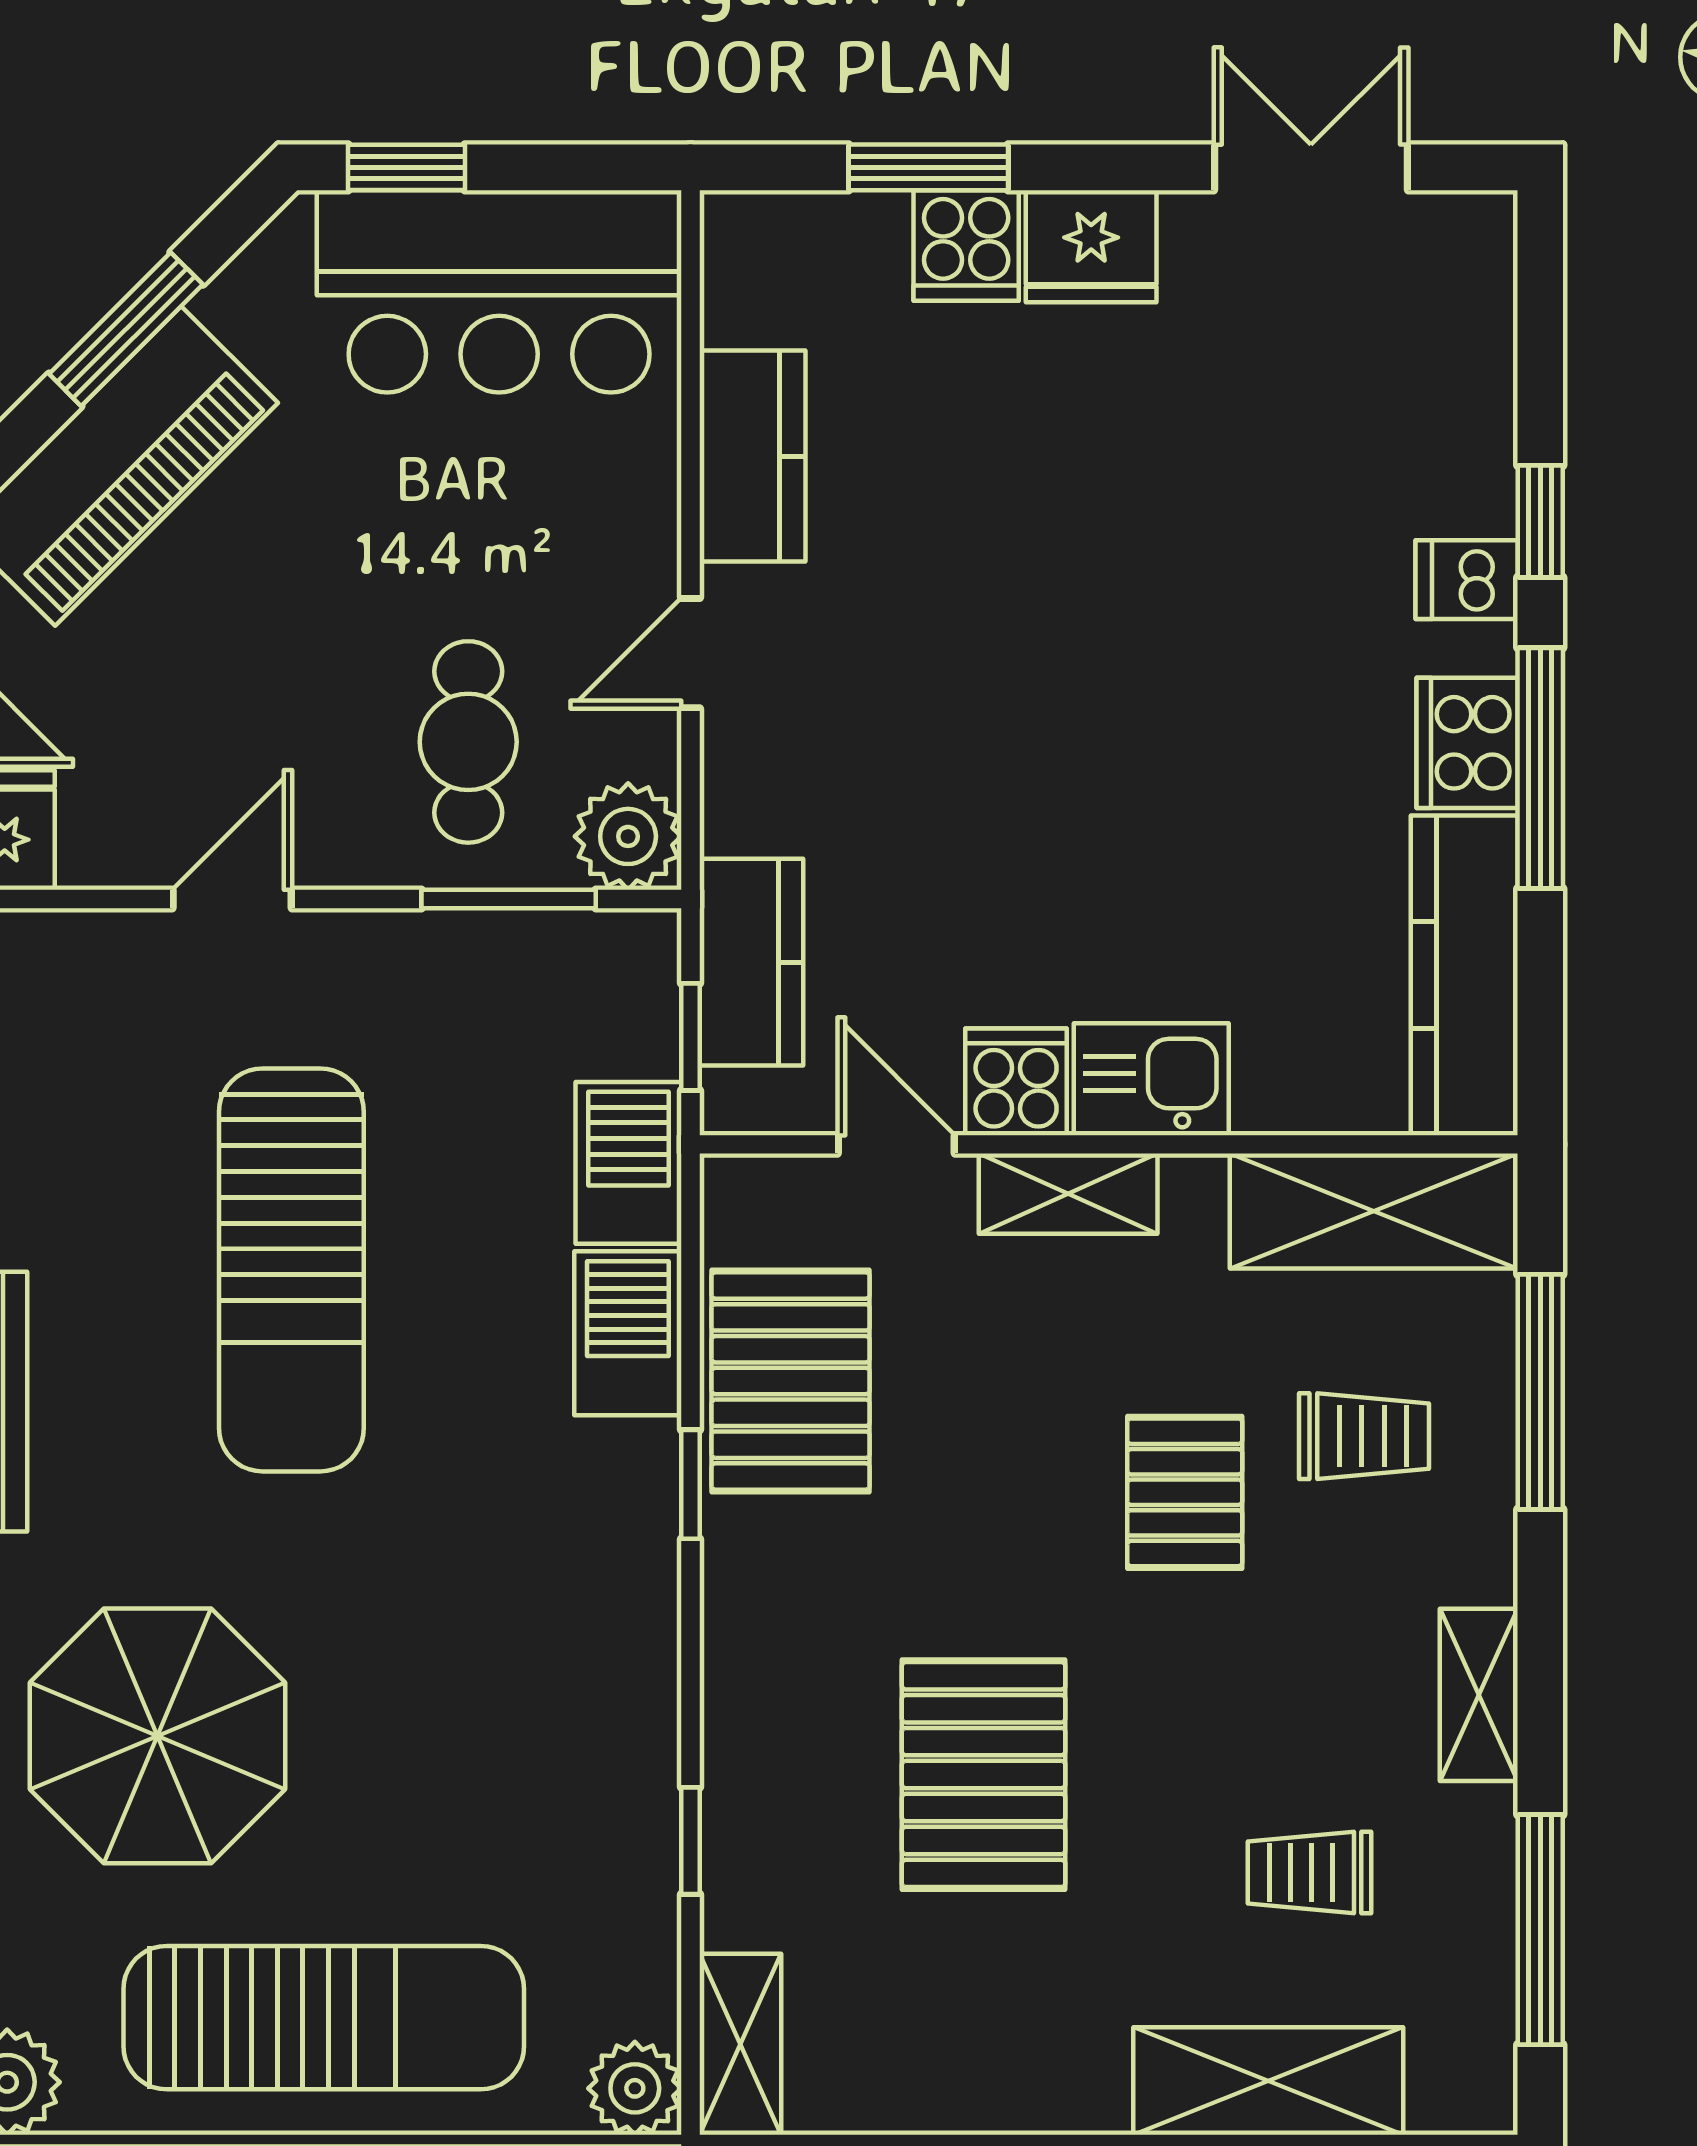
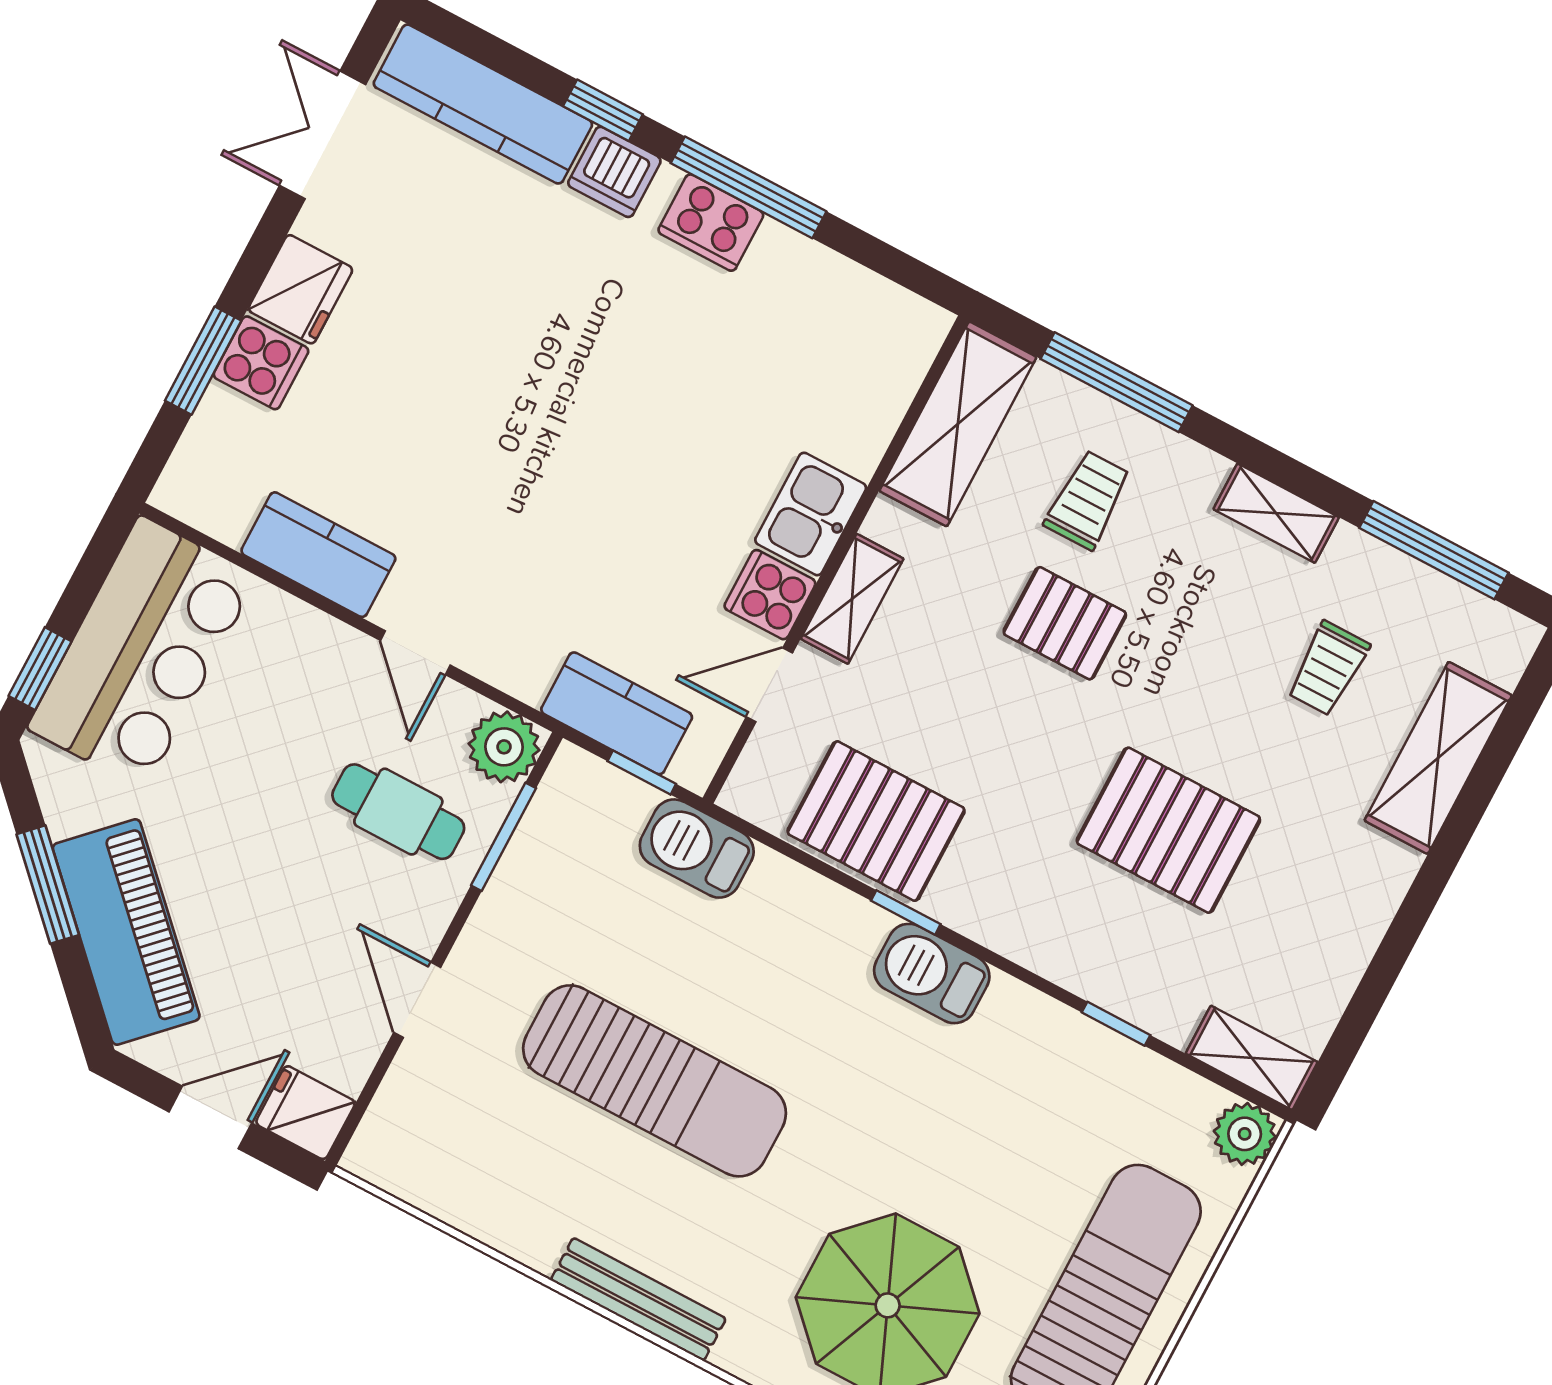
dishwasher: (1467, 580) -> (614, 172), width x1.38
kitchen counter: (1464, 975) -> (483, 104), moved
barbecue: (628, 1333) -> (932, 973), moved

